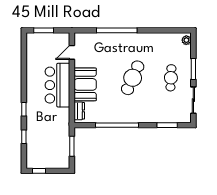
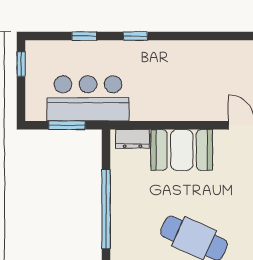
bar counter: (57, 85) -> (88, 98), moved

